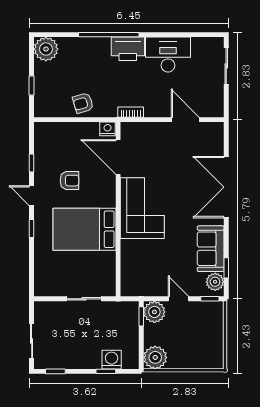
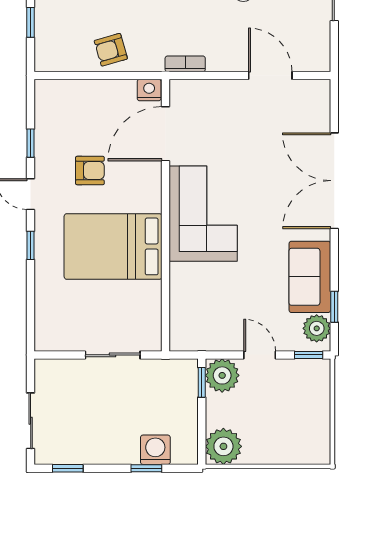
door: (118, 157) -> (166, 134), hinge flipped

